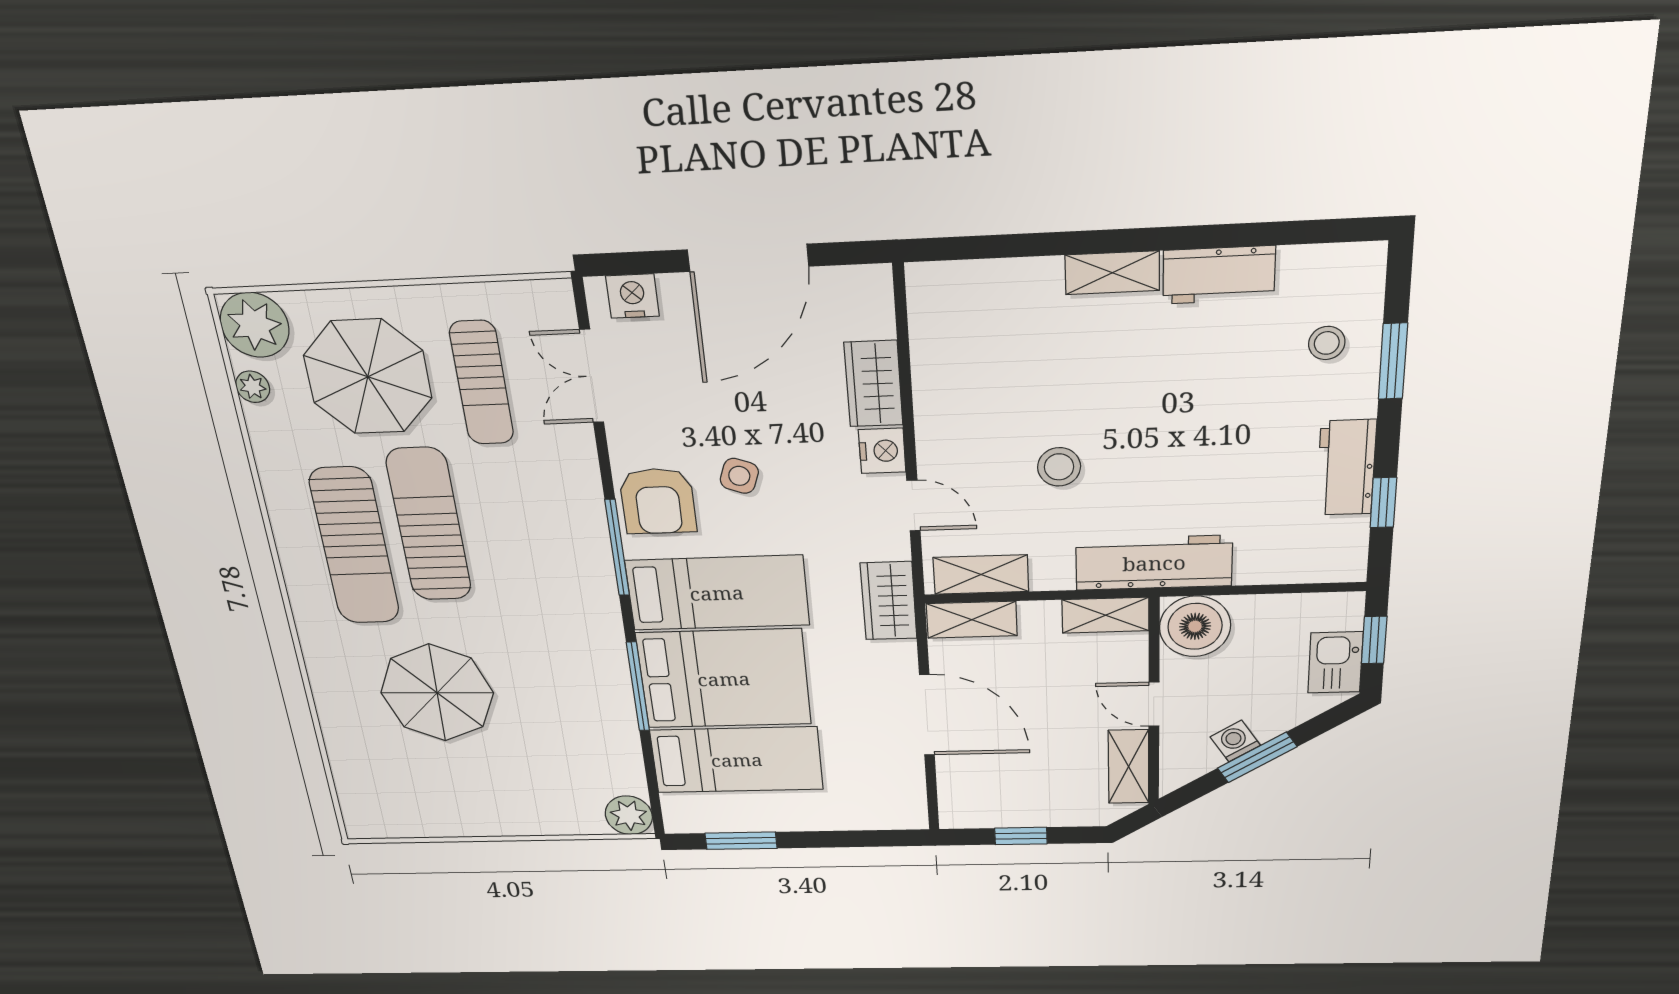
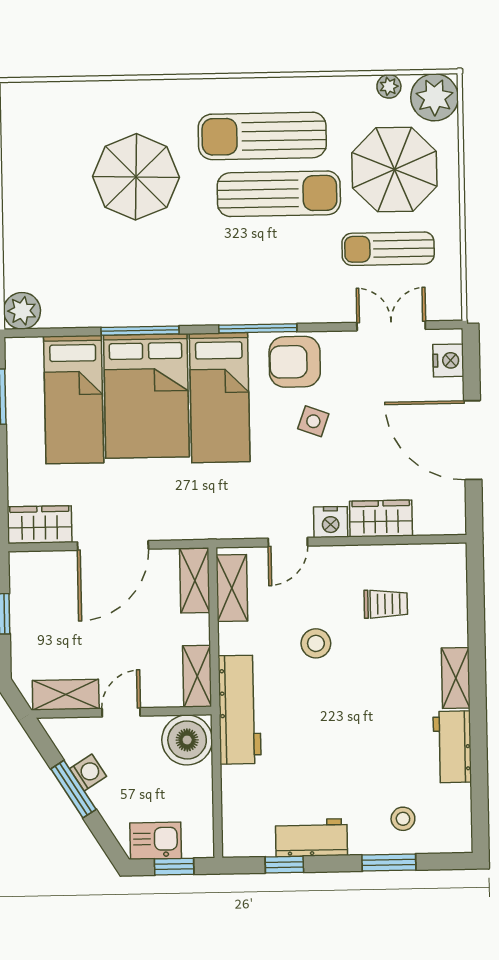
trolley: (1000, 374) -> (386, 604), added
wardrobe: (889, 601) -> (40, 525), moved

